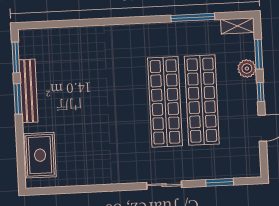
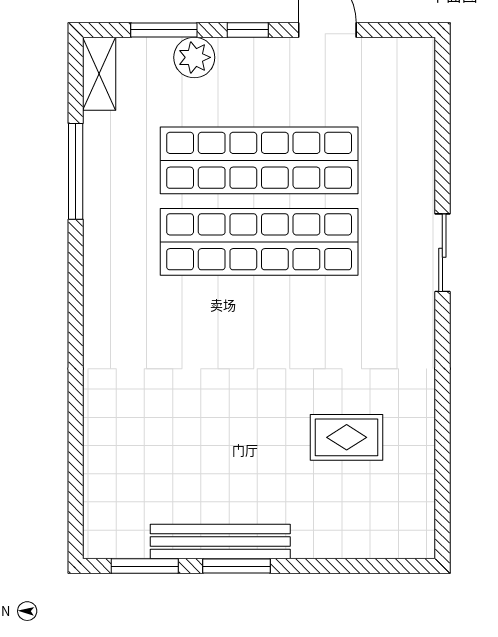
rug: (40, 155) -> (347, 437), moved, width x0.73, depth x0.70
window: (220, 182) -> (442, 130), removed

